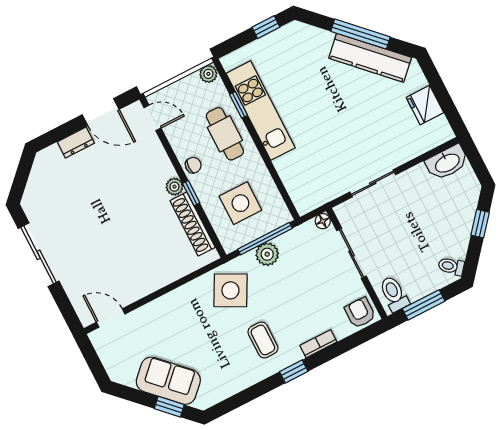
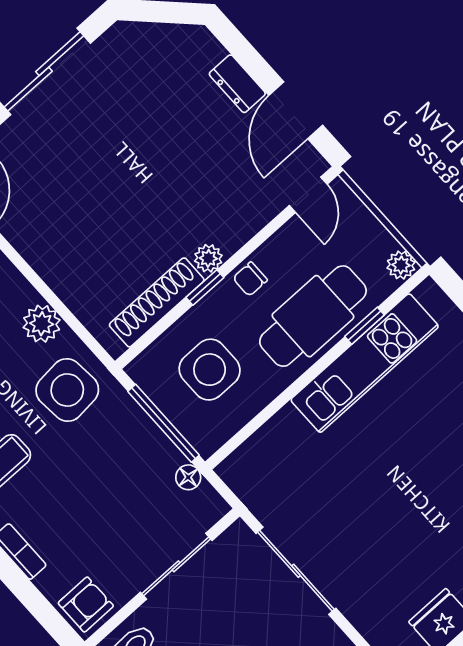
cafe table: (225, 134) -> (313, 316), width x1.37, depth x1.35
chair: (193, 165) -> (250, 279), turned 90
sliding door: (373, 183) -> (296, 571), width x1.37
floor lamp: (323, 221) -> (188, 477), moved
plant: (267, 254) -> (42, 324), moved
side table: (230, 290) -> (67, 390), turned -33

